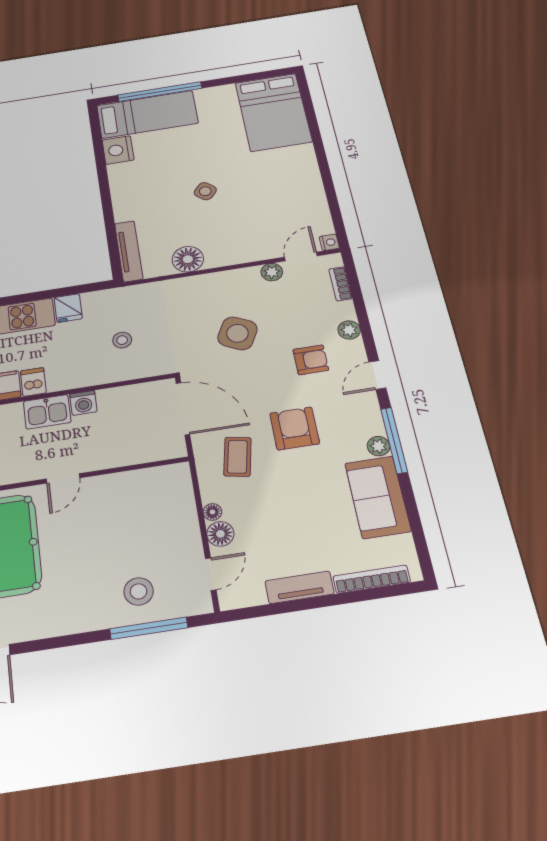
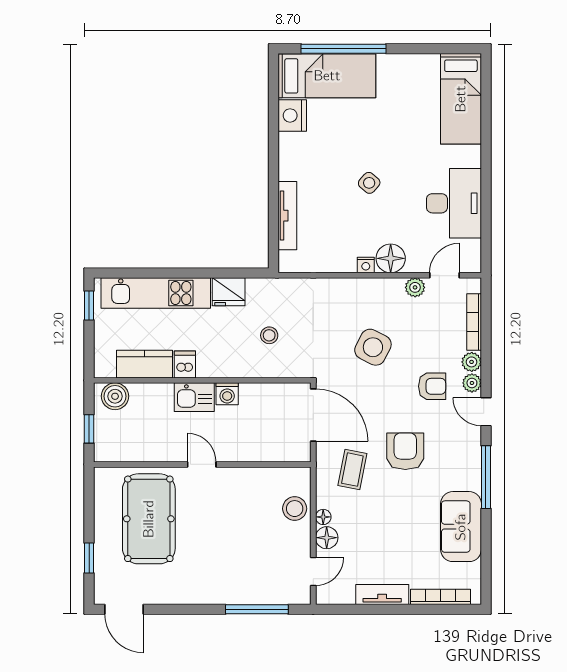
bed: (273, 112) -> (461, 99), width x0.67
desk: (296, 194) -> (454, 203), added
nightstand: (329, 242) -> (366, 265), moved, turned 90
tv unit: (129, 251) -> (287, 216), moved
floor lamp: (188, 259) -> (391, 258), moved
bookcase: (340, 284) -> (474, 322), width x1.56
fridge: (68, 308) -> (229, 292), width x1.38
door: (377, 375) -> (486, 412), hinge flipped
plant: (379, 446) -> (472, 383), moved
door: (63, 478) -> (202, 464), swing flipped
stool: (139, 591) -> (295, 509), moved

